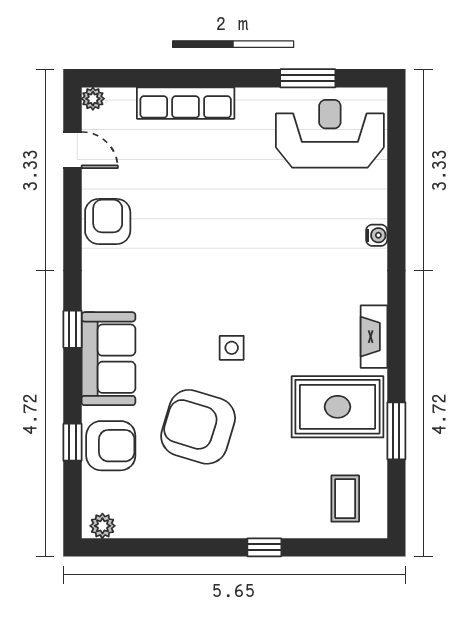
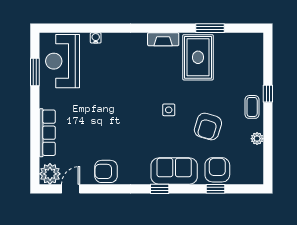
plant: (93, 99) -> (50, 174), width x1.87, depth x1.87
water cooler: (377, 235) -> (96, 38), moved
armchair: (198, 427) -> (208, 127), width x0.73, depth x0.73
coffee table: (345, 499) -> (252, 107), moved, turned 90
plant: (102, 526) -> (257, 139), moved

